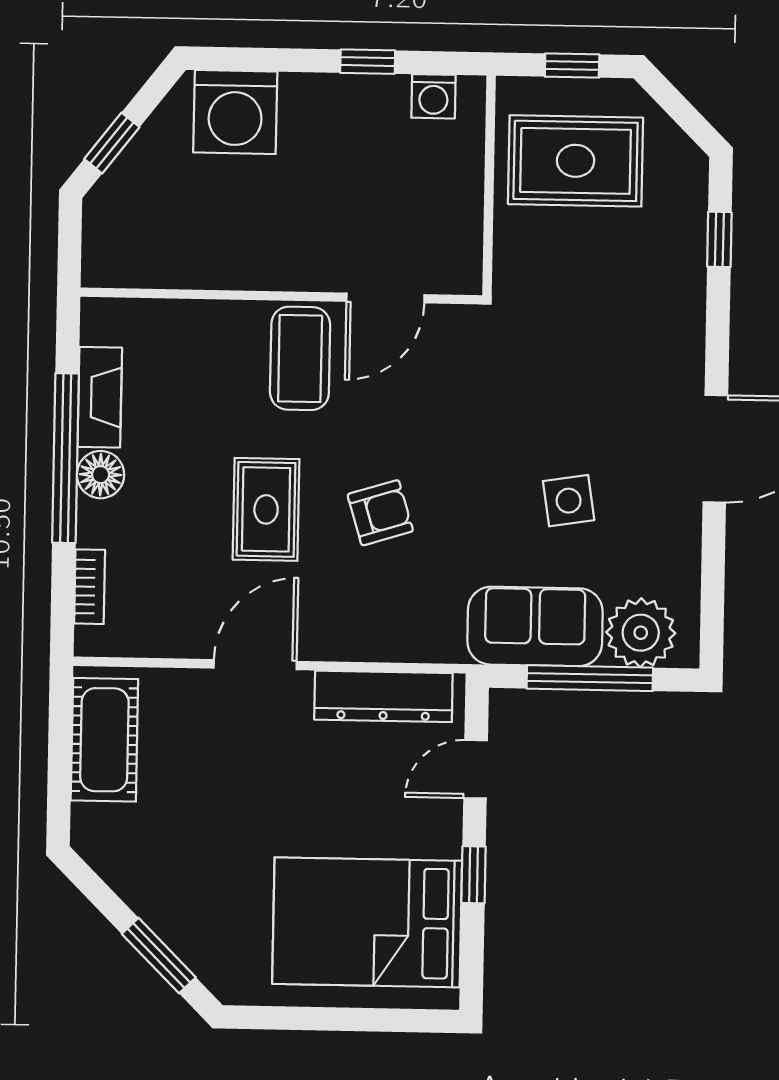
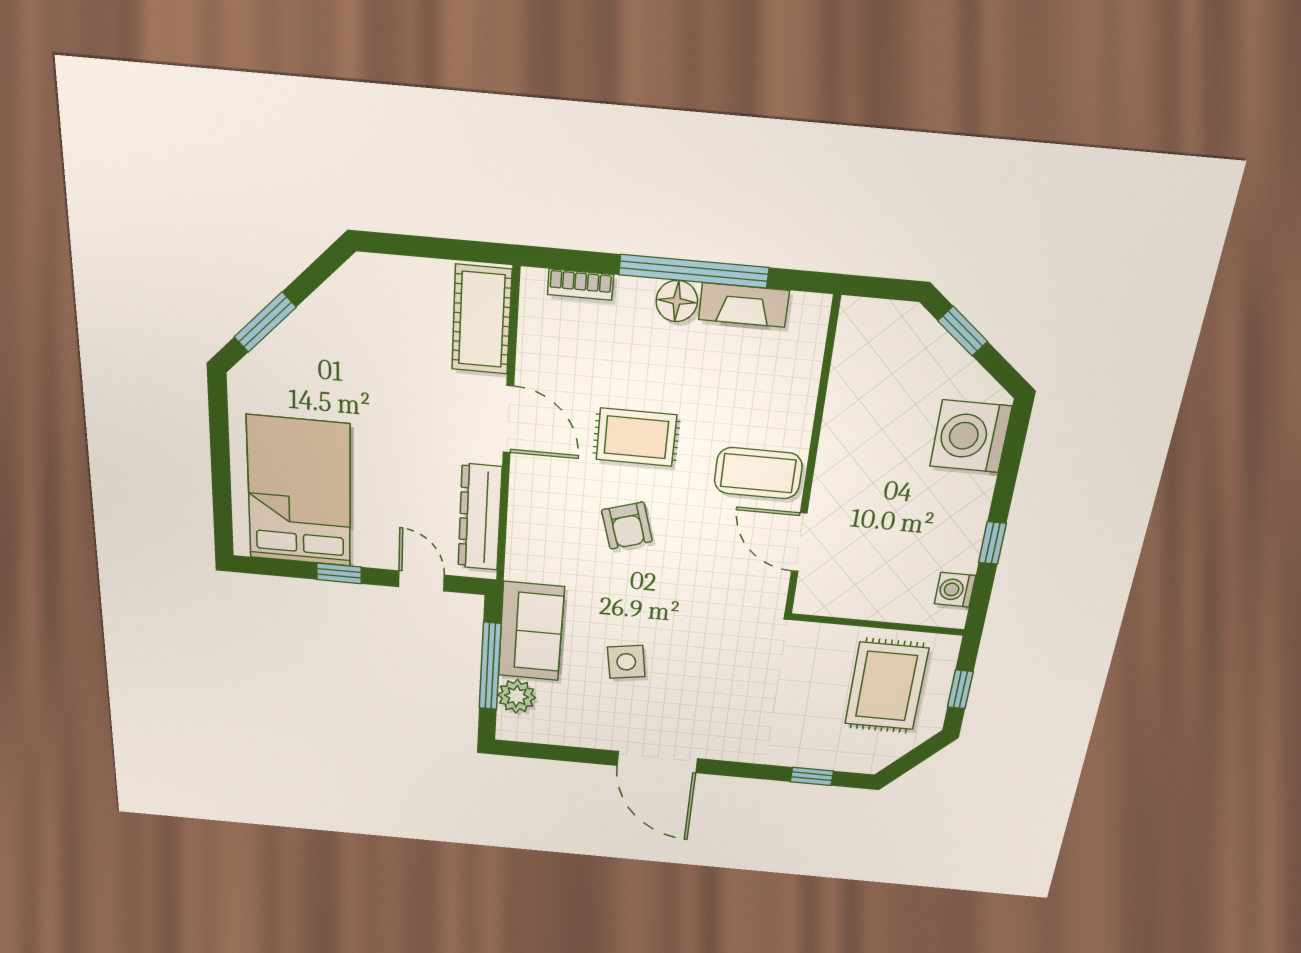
plant: (641, 633) -> (517, 696), width x0.73, depth x0.73
cot: (104, 740) -> (482, 320), moved, turned 90

